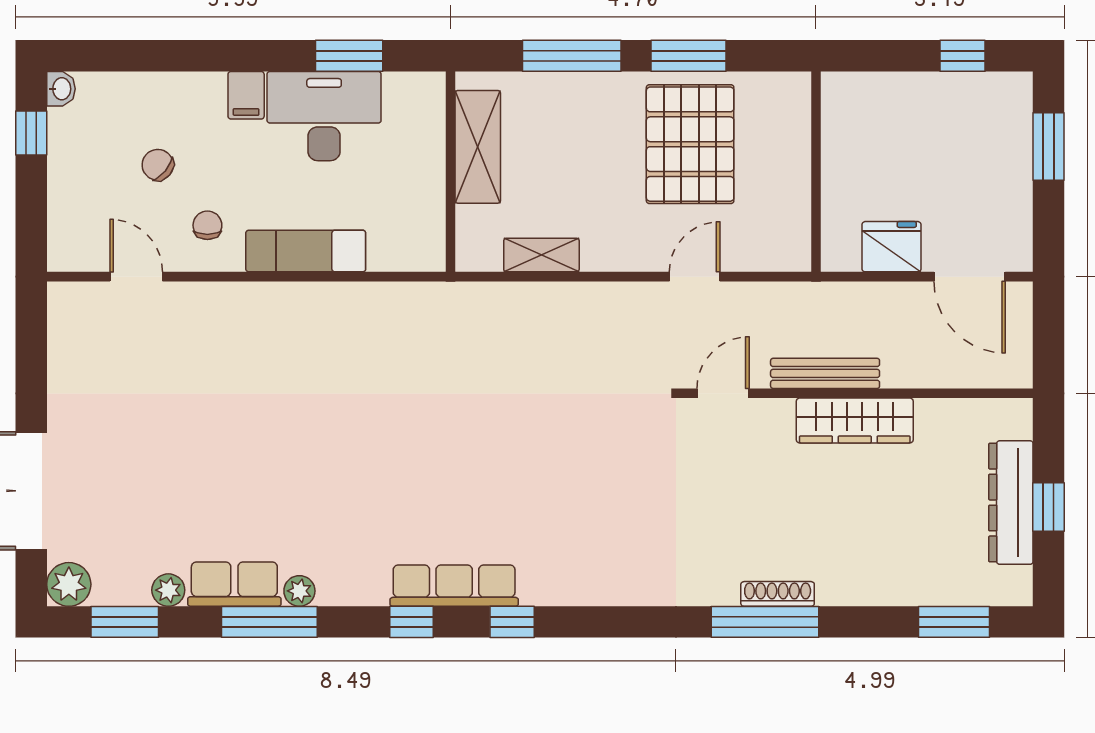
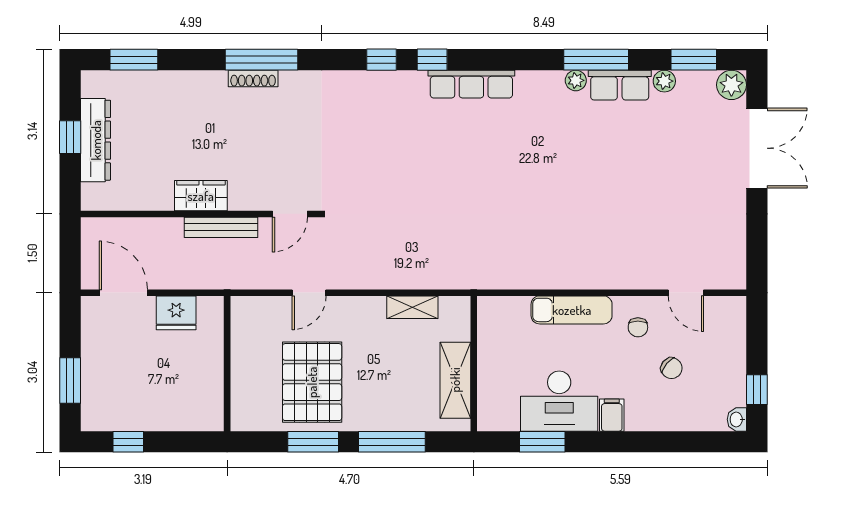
wardrobe: (855, 420) -> (201, 196), width x0.67
window: (412, 622) -> (381, 60), moved

